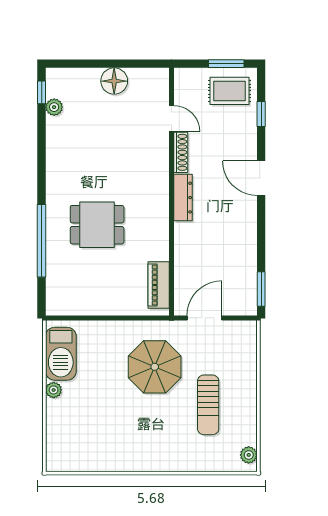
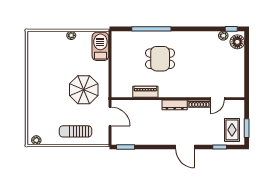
floor lamp: (114, 81) -> (237, 42), moved
door: (261, 178) -> (185, 147), swing flipped
dining table: (97, 225) -> (160, 59), turned 90
piano: (159, 285) -> (145, 92), moved
barbecue: (61, 354) -> (100, 46), moved, turned 90
sun lounger: (208, 405) -> (76, 131), moved

